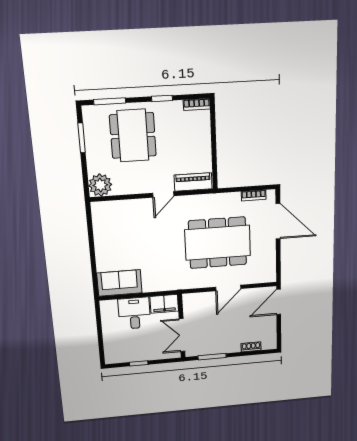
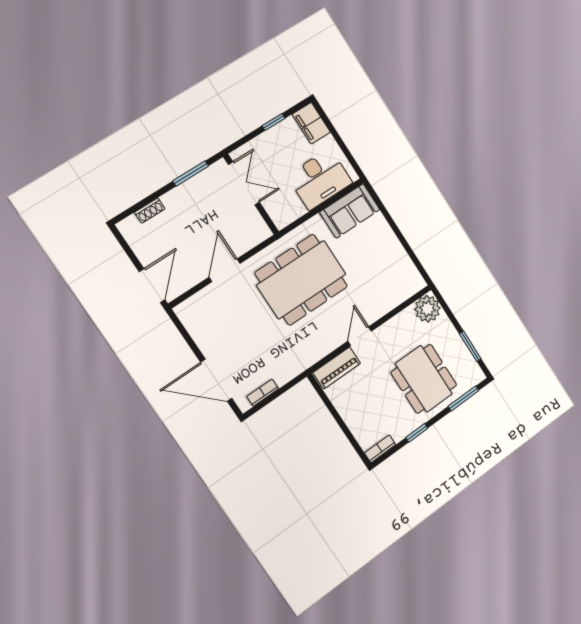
dining table: (218, 243) -> (301, 280), moved
filing cabinet: (164, 304) -> (311, 123), moved, turned -90
desk: (134, 313) -> (320, 179), width x1.37

